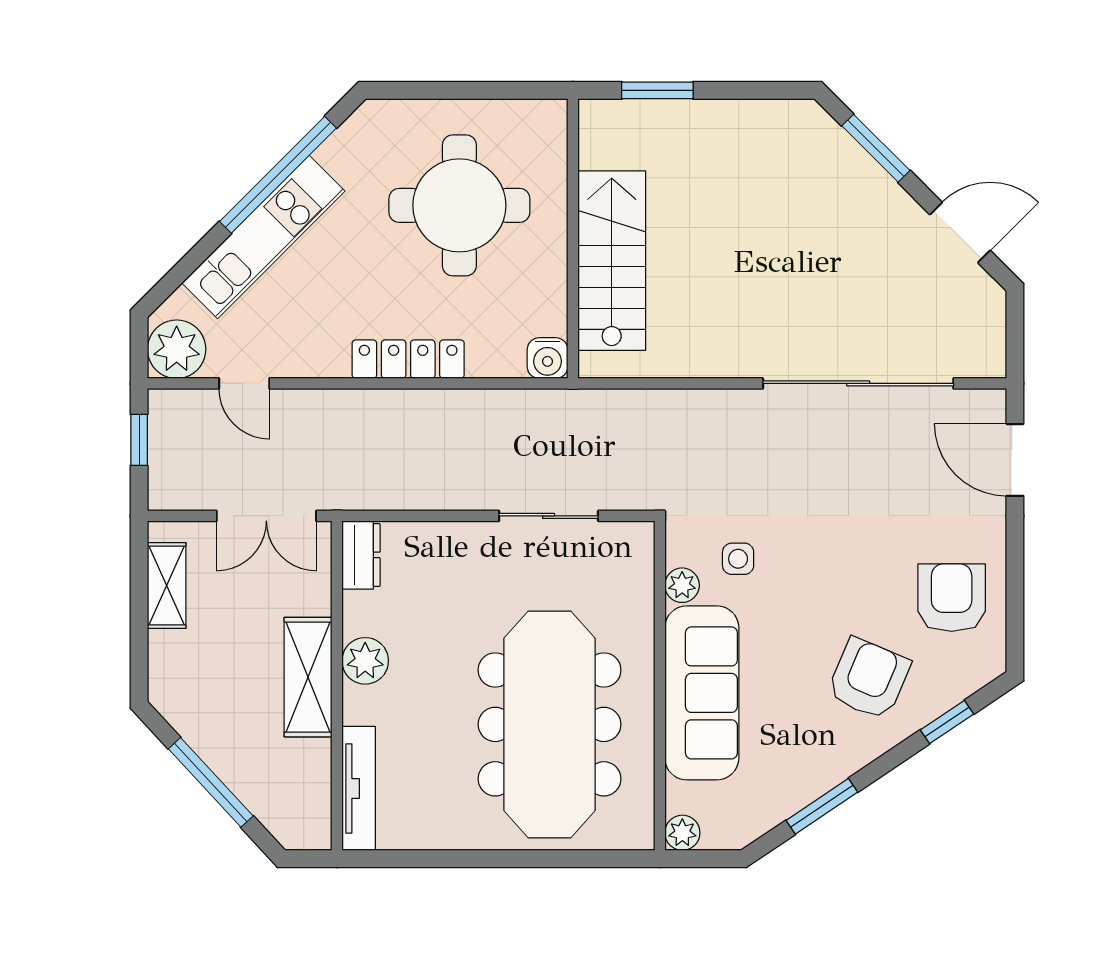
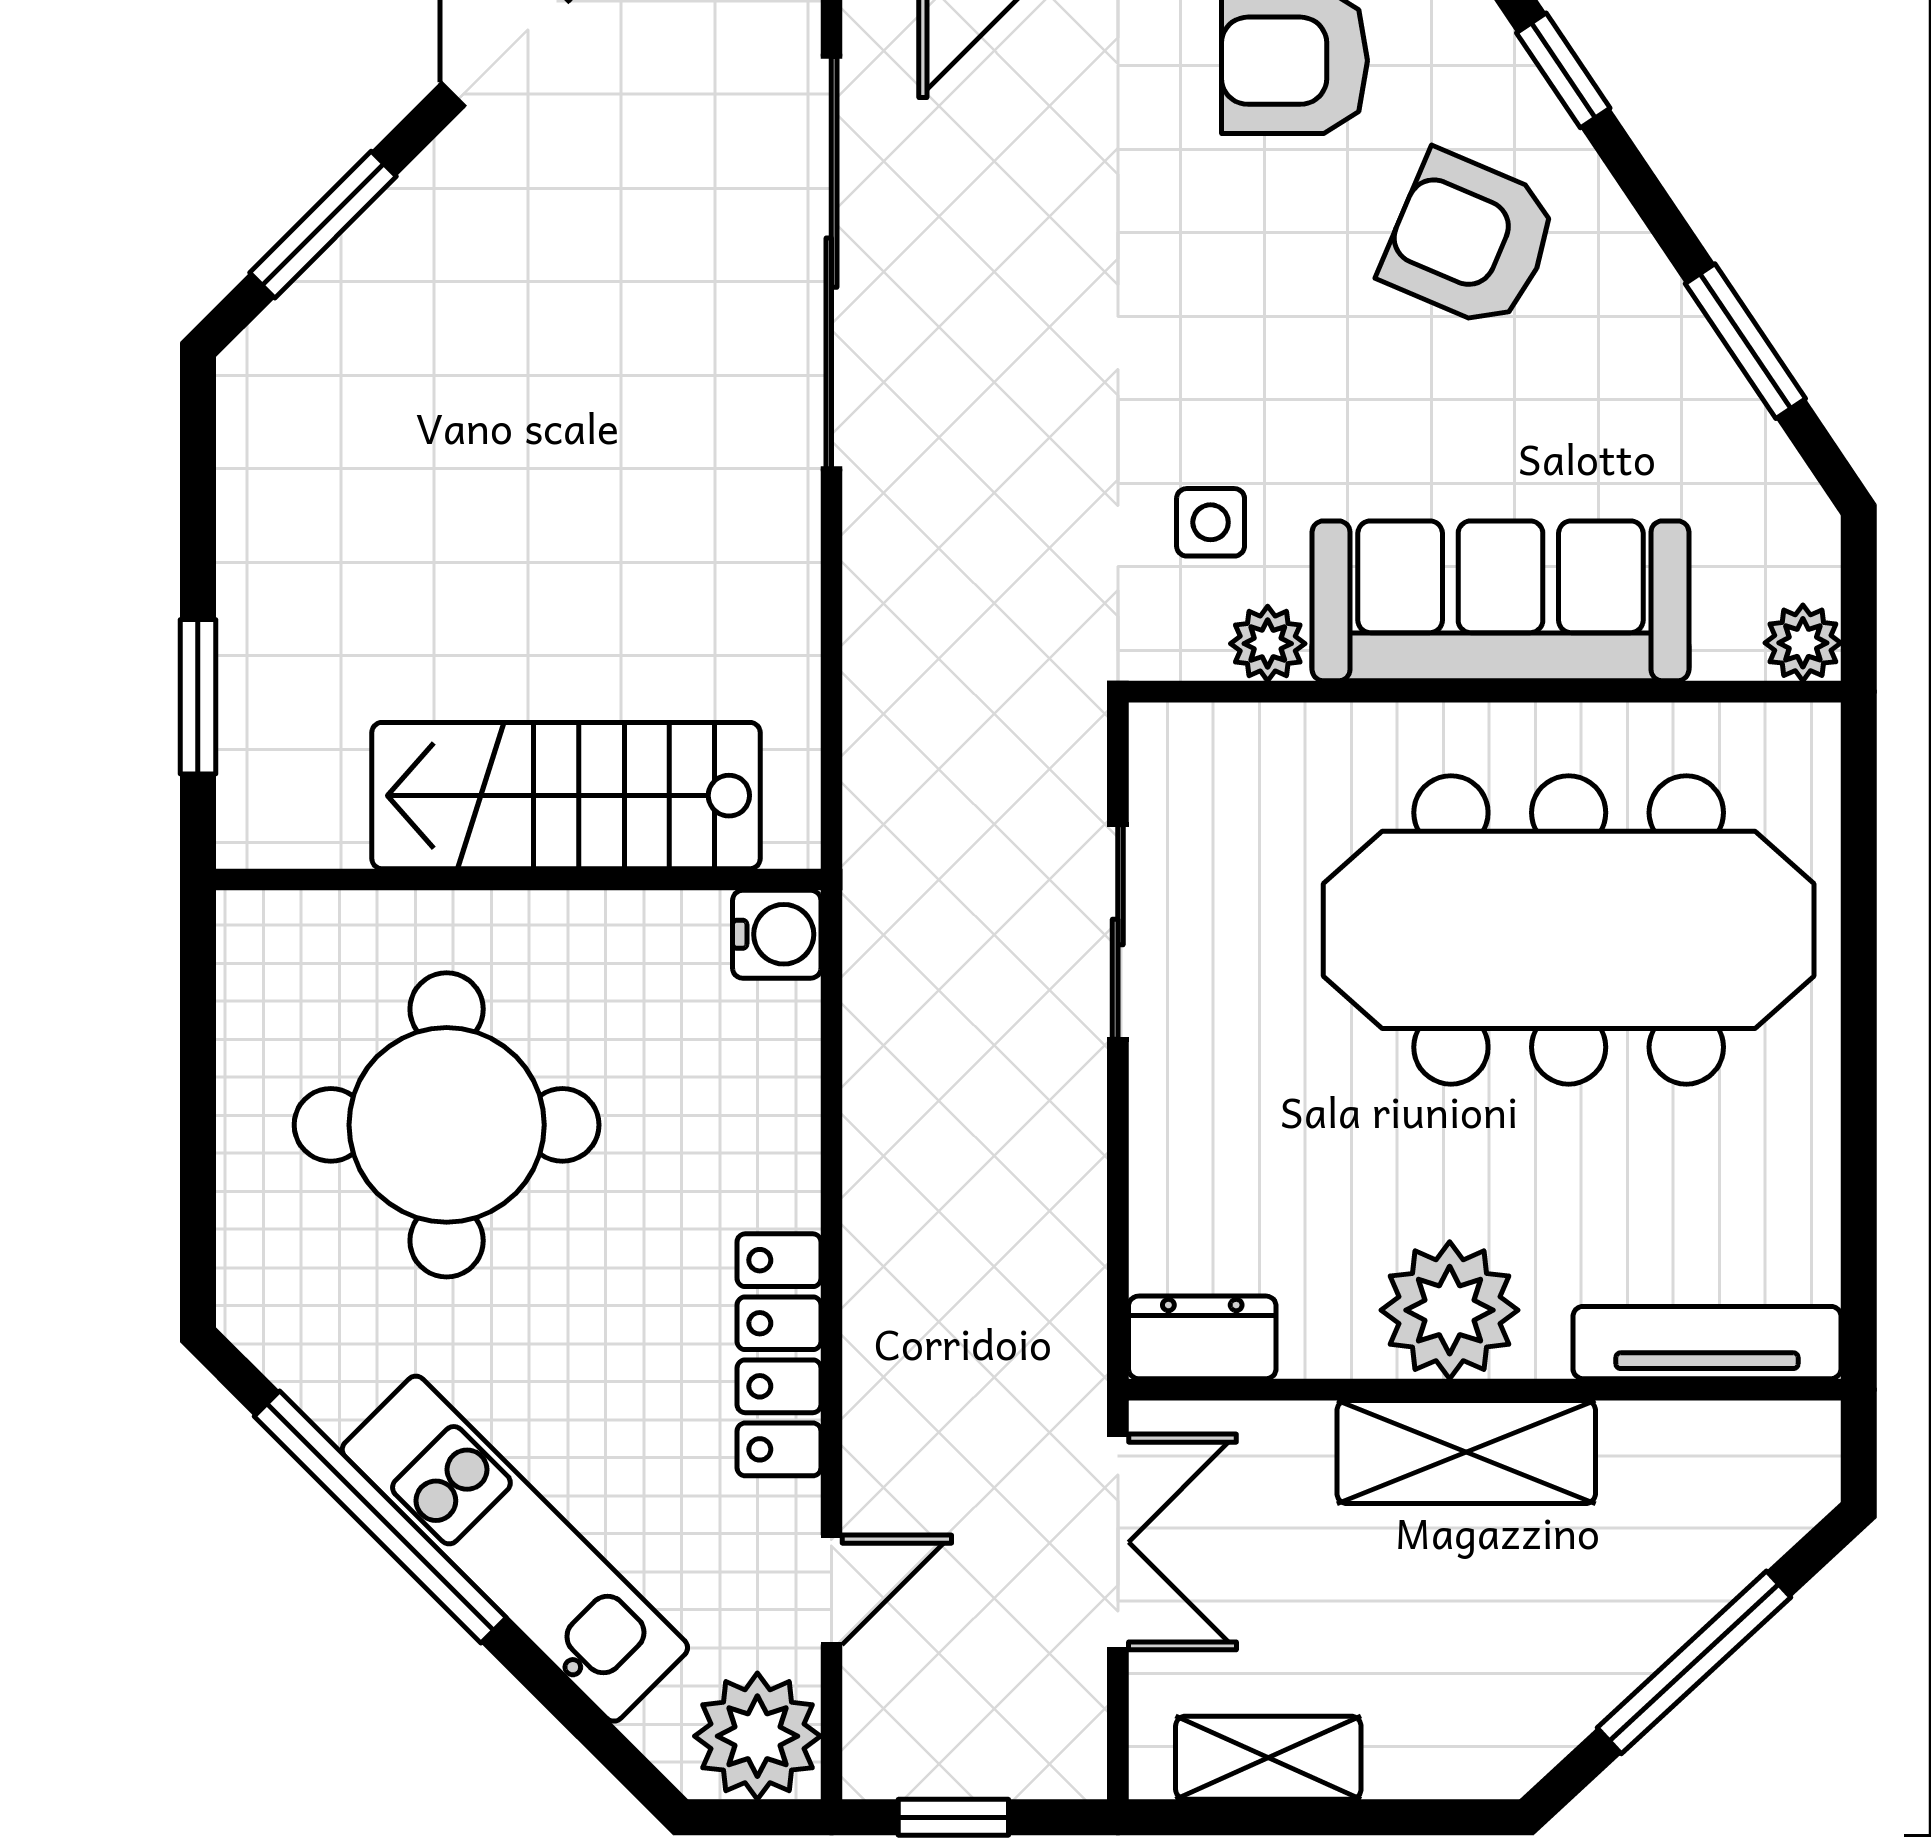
locker: (408, 359) -> (779, 1355), moved
plant: (365, 661) -> (1450, 1310), width x1.36, depth x1.36

